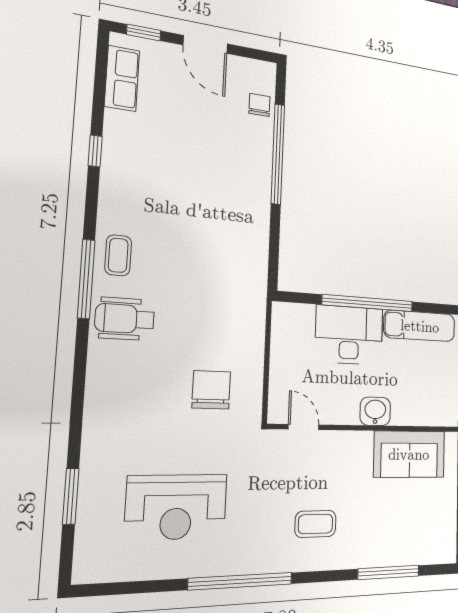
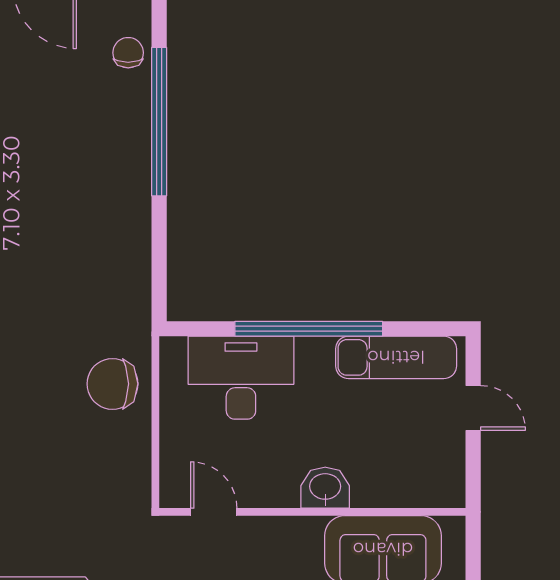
desk: (349, 335) -> (241, 378), moved
chair: (211, 390) -> (112, 384), moved, turned -90

